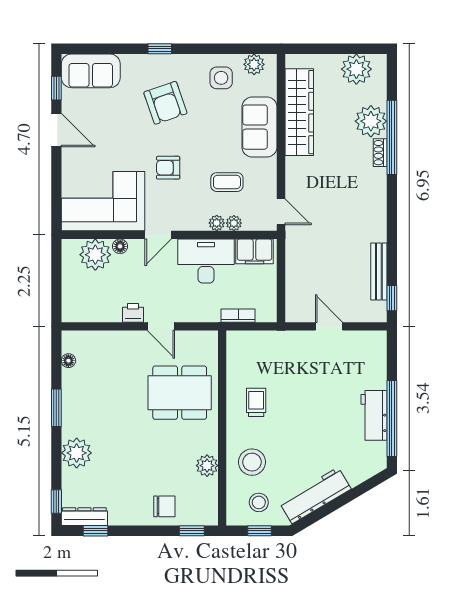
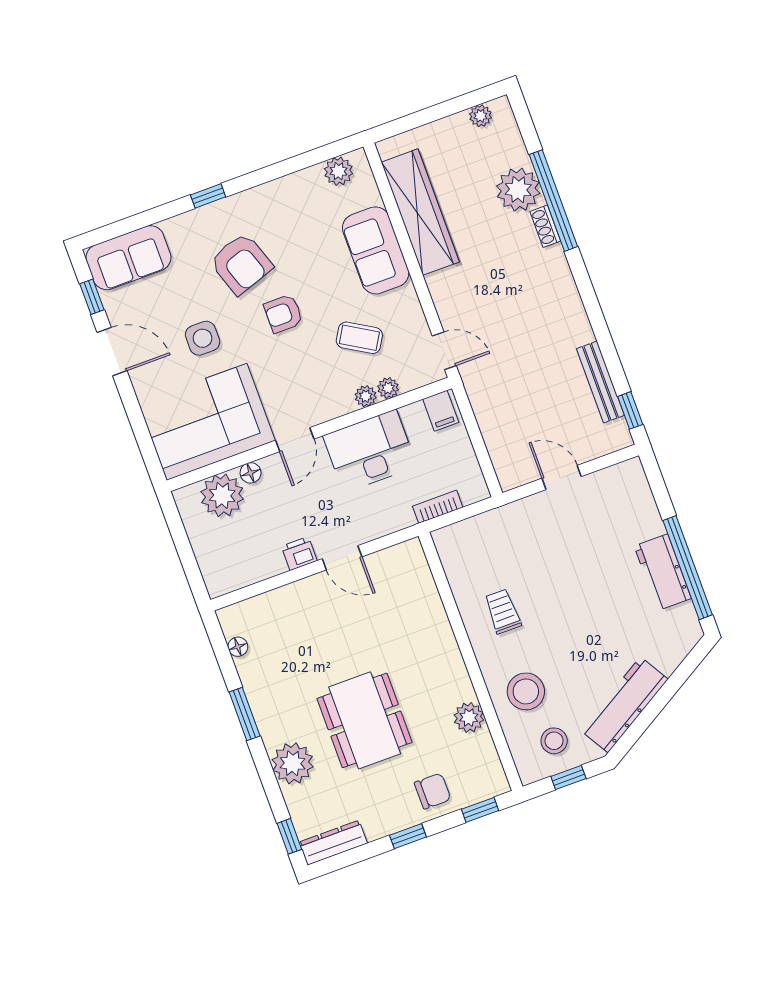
plant: (356, 69) -> (480, 116), width x0.53, depth x0.53
side table: (221, 78) -> (203, 338), moved
armchair: (168, 168) -> (283, 314), moved
coffee table: (227, 182) -> (359, 338), turned 31
filing cabinet: (254, 251) -> (441, 411), width x0.50
dining table: (180, 393) -> (365, 720), moved, turned 90
window: (96, 531) -> (408, 836), moved

